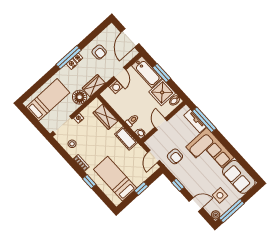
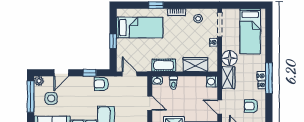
washing machine: (116, 87) -> (212, 82), moved
armchair: (175, 156) -> (101, 84), moved

